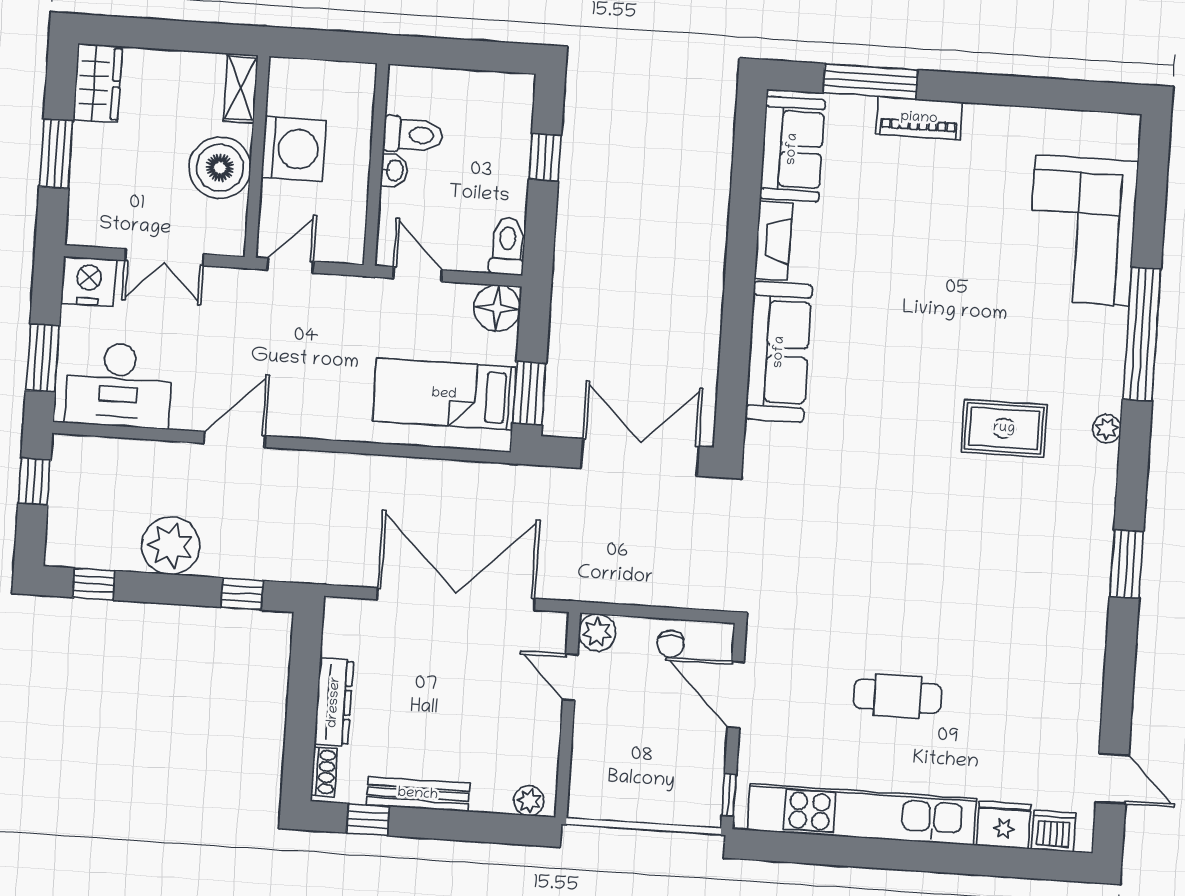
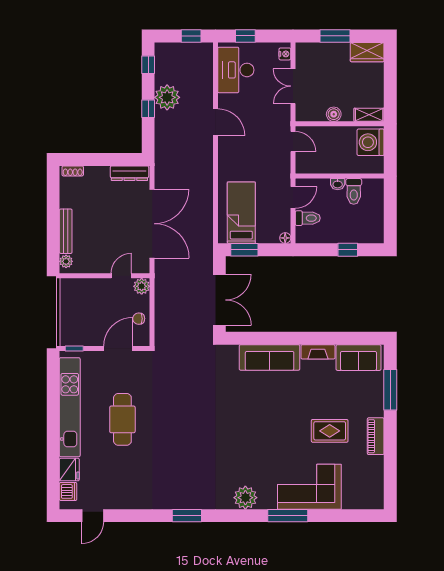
piano: (919, 118) -> (376, 436), moved
washing machine: (294, 149) -> (371, 142), moved, turned 90
boiler: (220, 168) -> (334, 114), width x0.54, depth x0.54
corner sofa: (1082, 230) -> (309, 487), moved
toilet: (507, 246) -> (308, 218), moved
nightstand: (89, 281) -> (285, 54), width x0.53, depth x0.56
floor lamp: (497, 308) -> (285, 238), width x0.53, depth x0.53
window: (1142, 334) -> (288, 516), width x0.68
window: (43, 358) -> (245, 36), width x0.67
rug: (1004, 428) -> (330, 431), moved, turned 90
plant: (1107, 429) -> (245, 498), width x1.87, depth x1.87
window: (242, 594) -> (148, 109), moved
cafe table: (897, 696) -> (122, 419), width x1.37, depth x1.35
dresser: (334, 702) -> (129, 173), moved
bench: (418, 794) -> (66, 231), moved
window: (368, 820) -> (53, 192), removed

